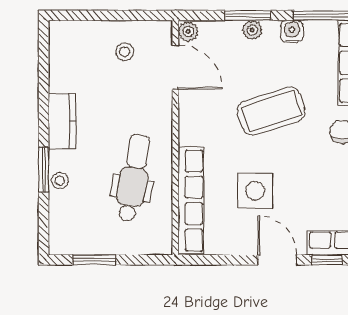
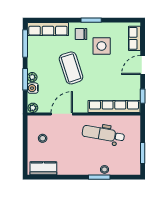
water cooler: (292, 31) -> (33, 88), moved
door: (175, 67) -> (62, 114), moved
kitchen counter: (62, 121) -> (43, 168), moved
side table: (255, 191) -> (102, 46), moved
window: (327, 260) -> (143, 96), moved

